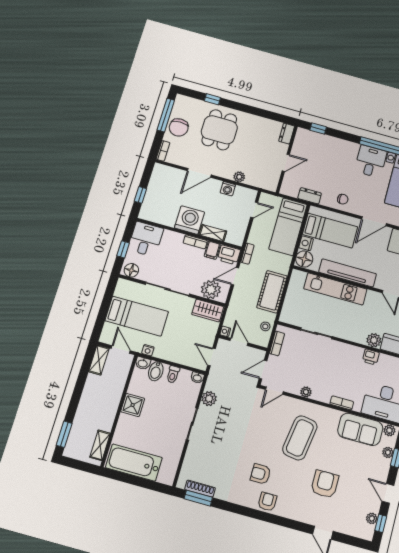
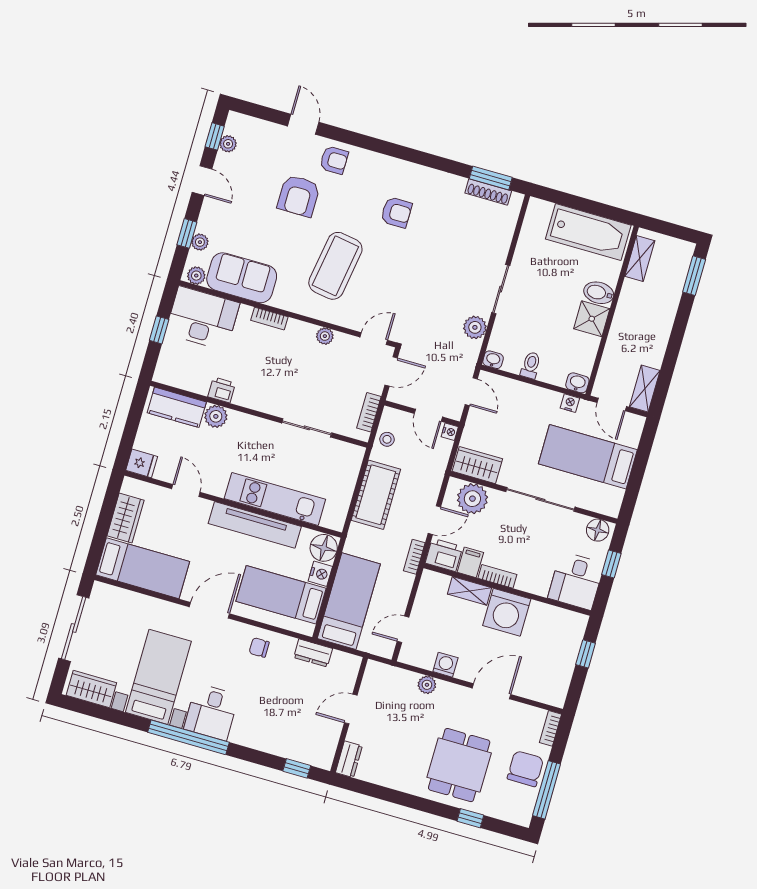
bidet: (156, 371) -> (599, 293), moved, turned -90
armchair: (267, 502) -> (334, 160), moved, turned -90

